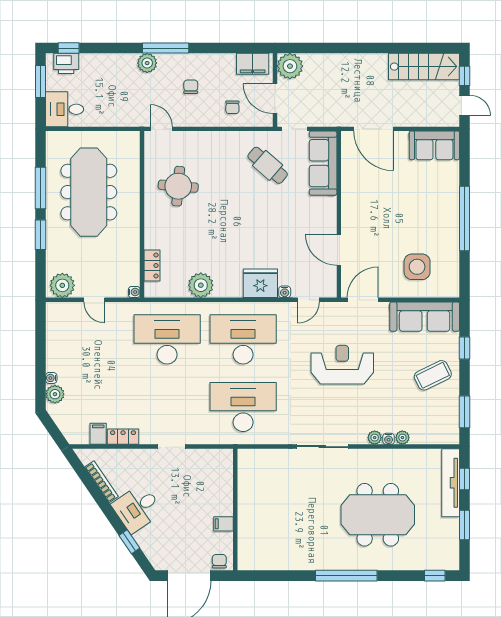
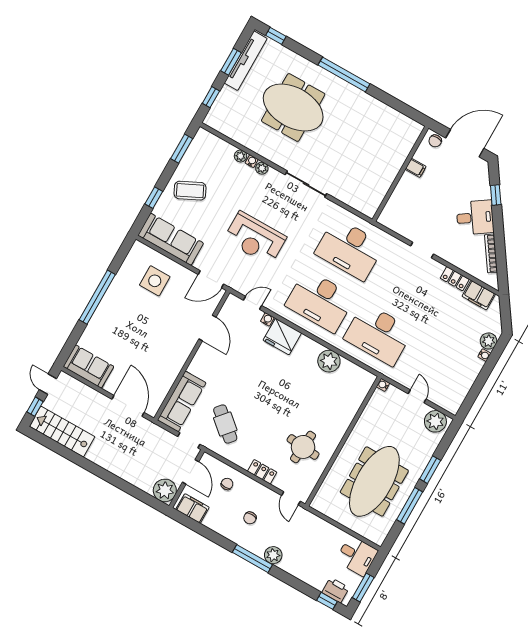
locker: (152, 266) -> (262, 472), moved, turned 90
filing cabinet: (98, 434) -> (479, 295), width x2.00
tv unit: (451, 483) -> (246, 61), moved

